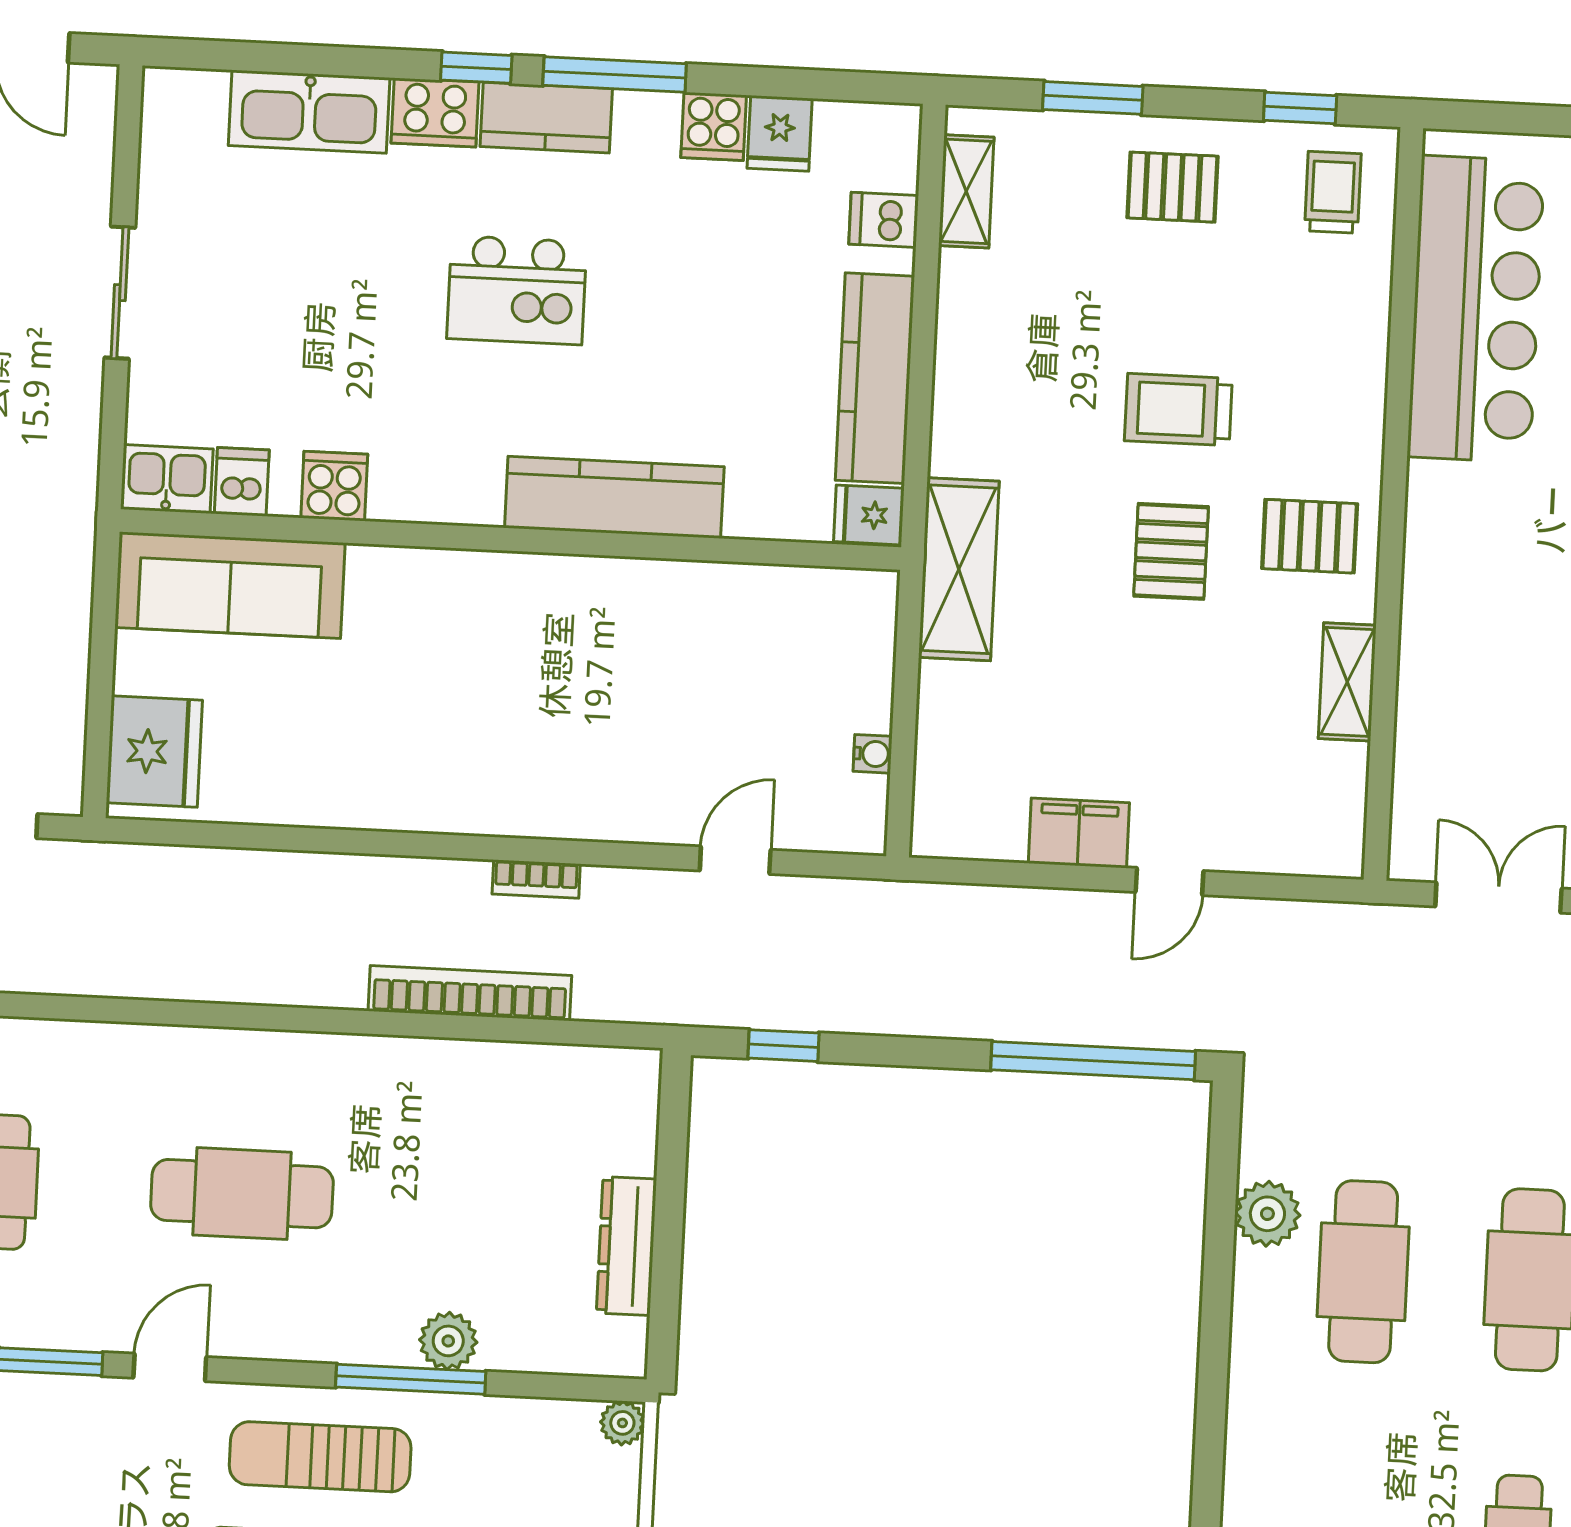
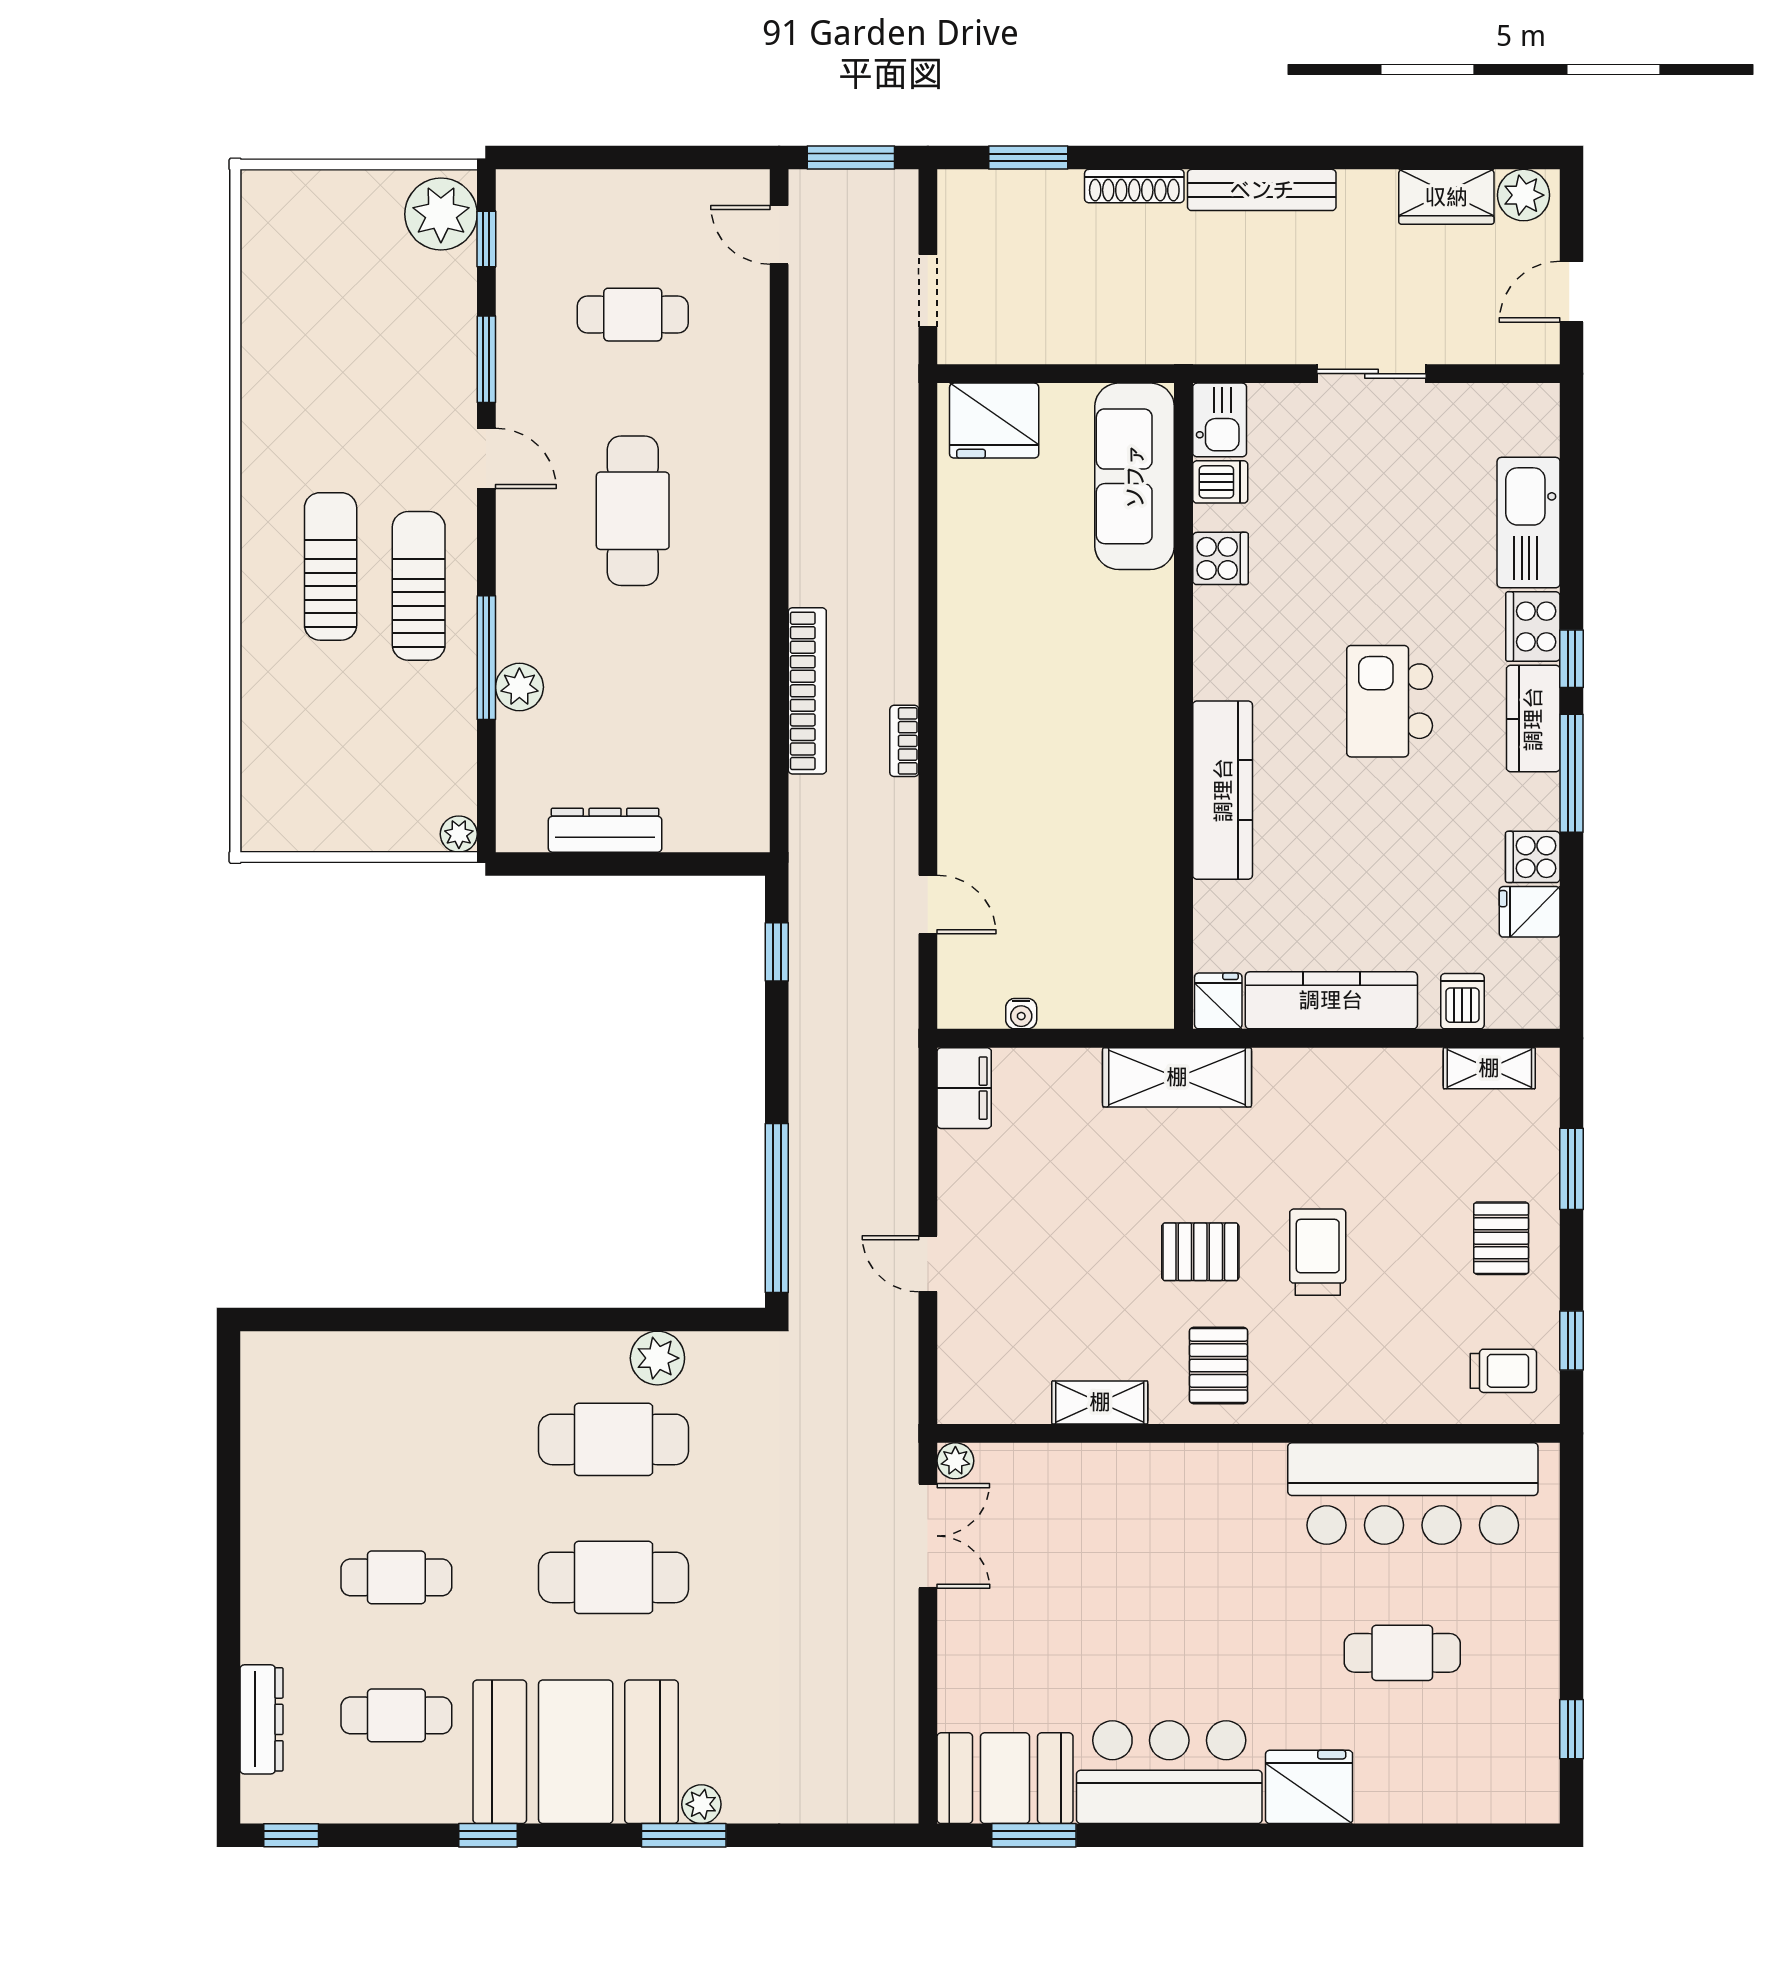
filing cabinet: (1079, 833) -> (964, 1088), moved
plant: (1409, 860) -> (955, 1461), added

